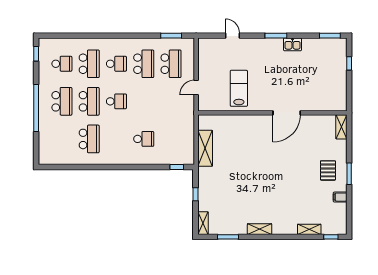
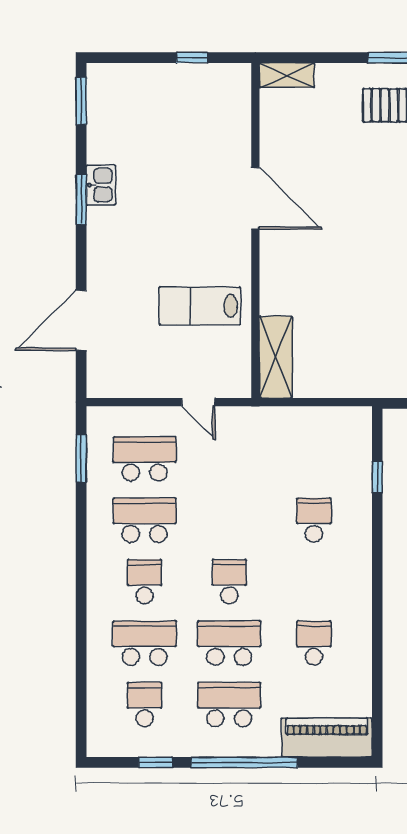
door: (232, 36) -> (81, 320), width x1.87
window: (276, 36) -> (81, 200), moved
window: (36, 54) -> (156, 762), moved
window: (349, 63) -> (192, 58), moved
school desk: (89, 139) -> (314, 643), width x0.54
piano: (47, 145) -> (327, 737), added
shelving: (205, 148) -> (276, 357), moved, turned 90
window: (177, 167) -> (377, 477), moved

